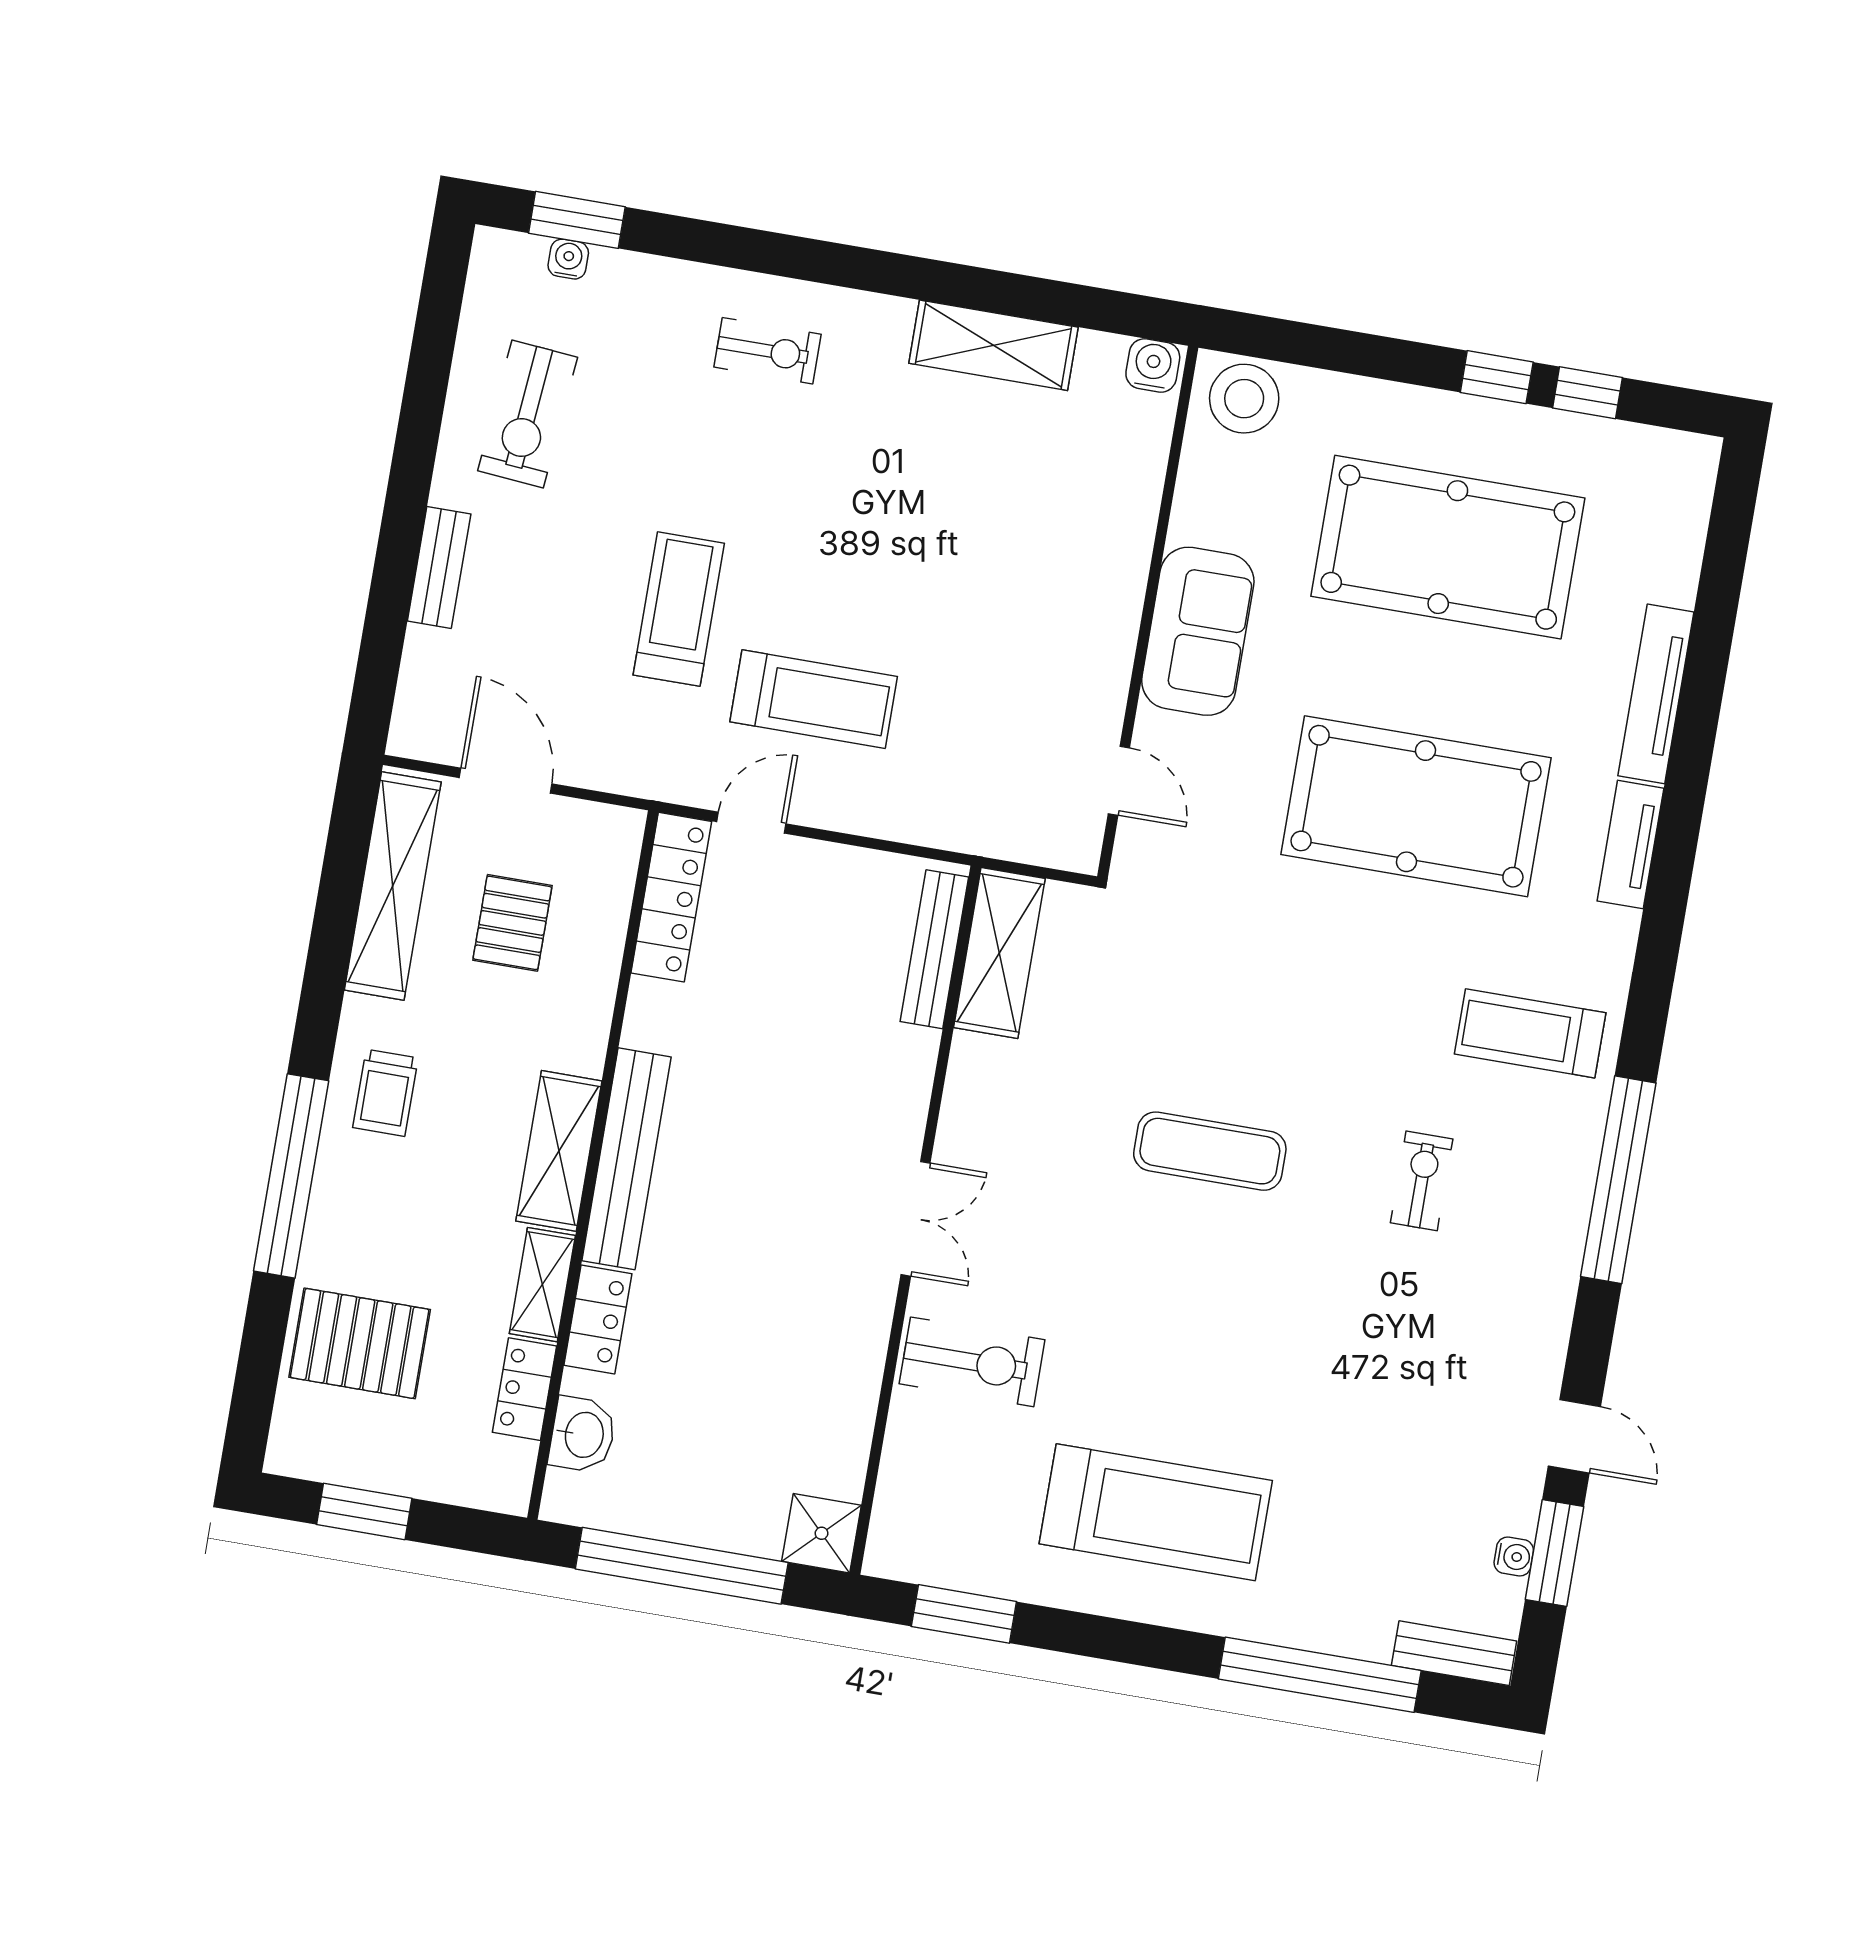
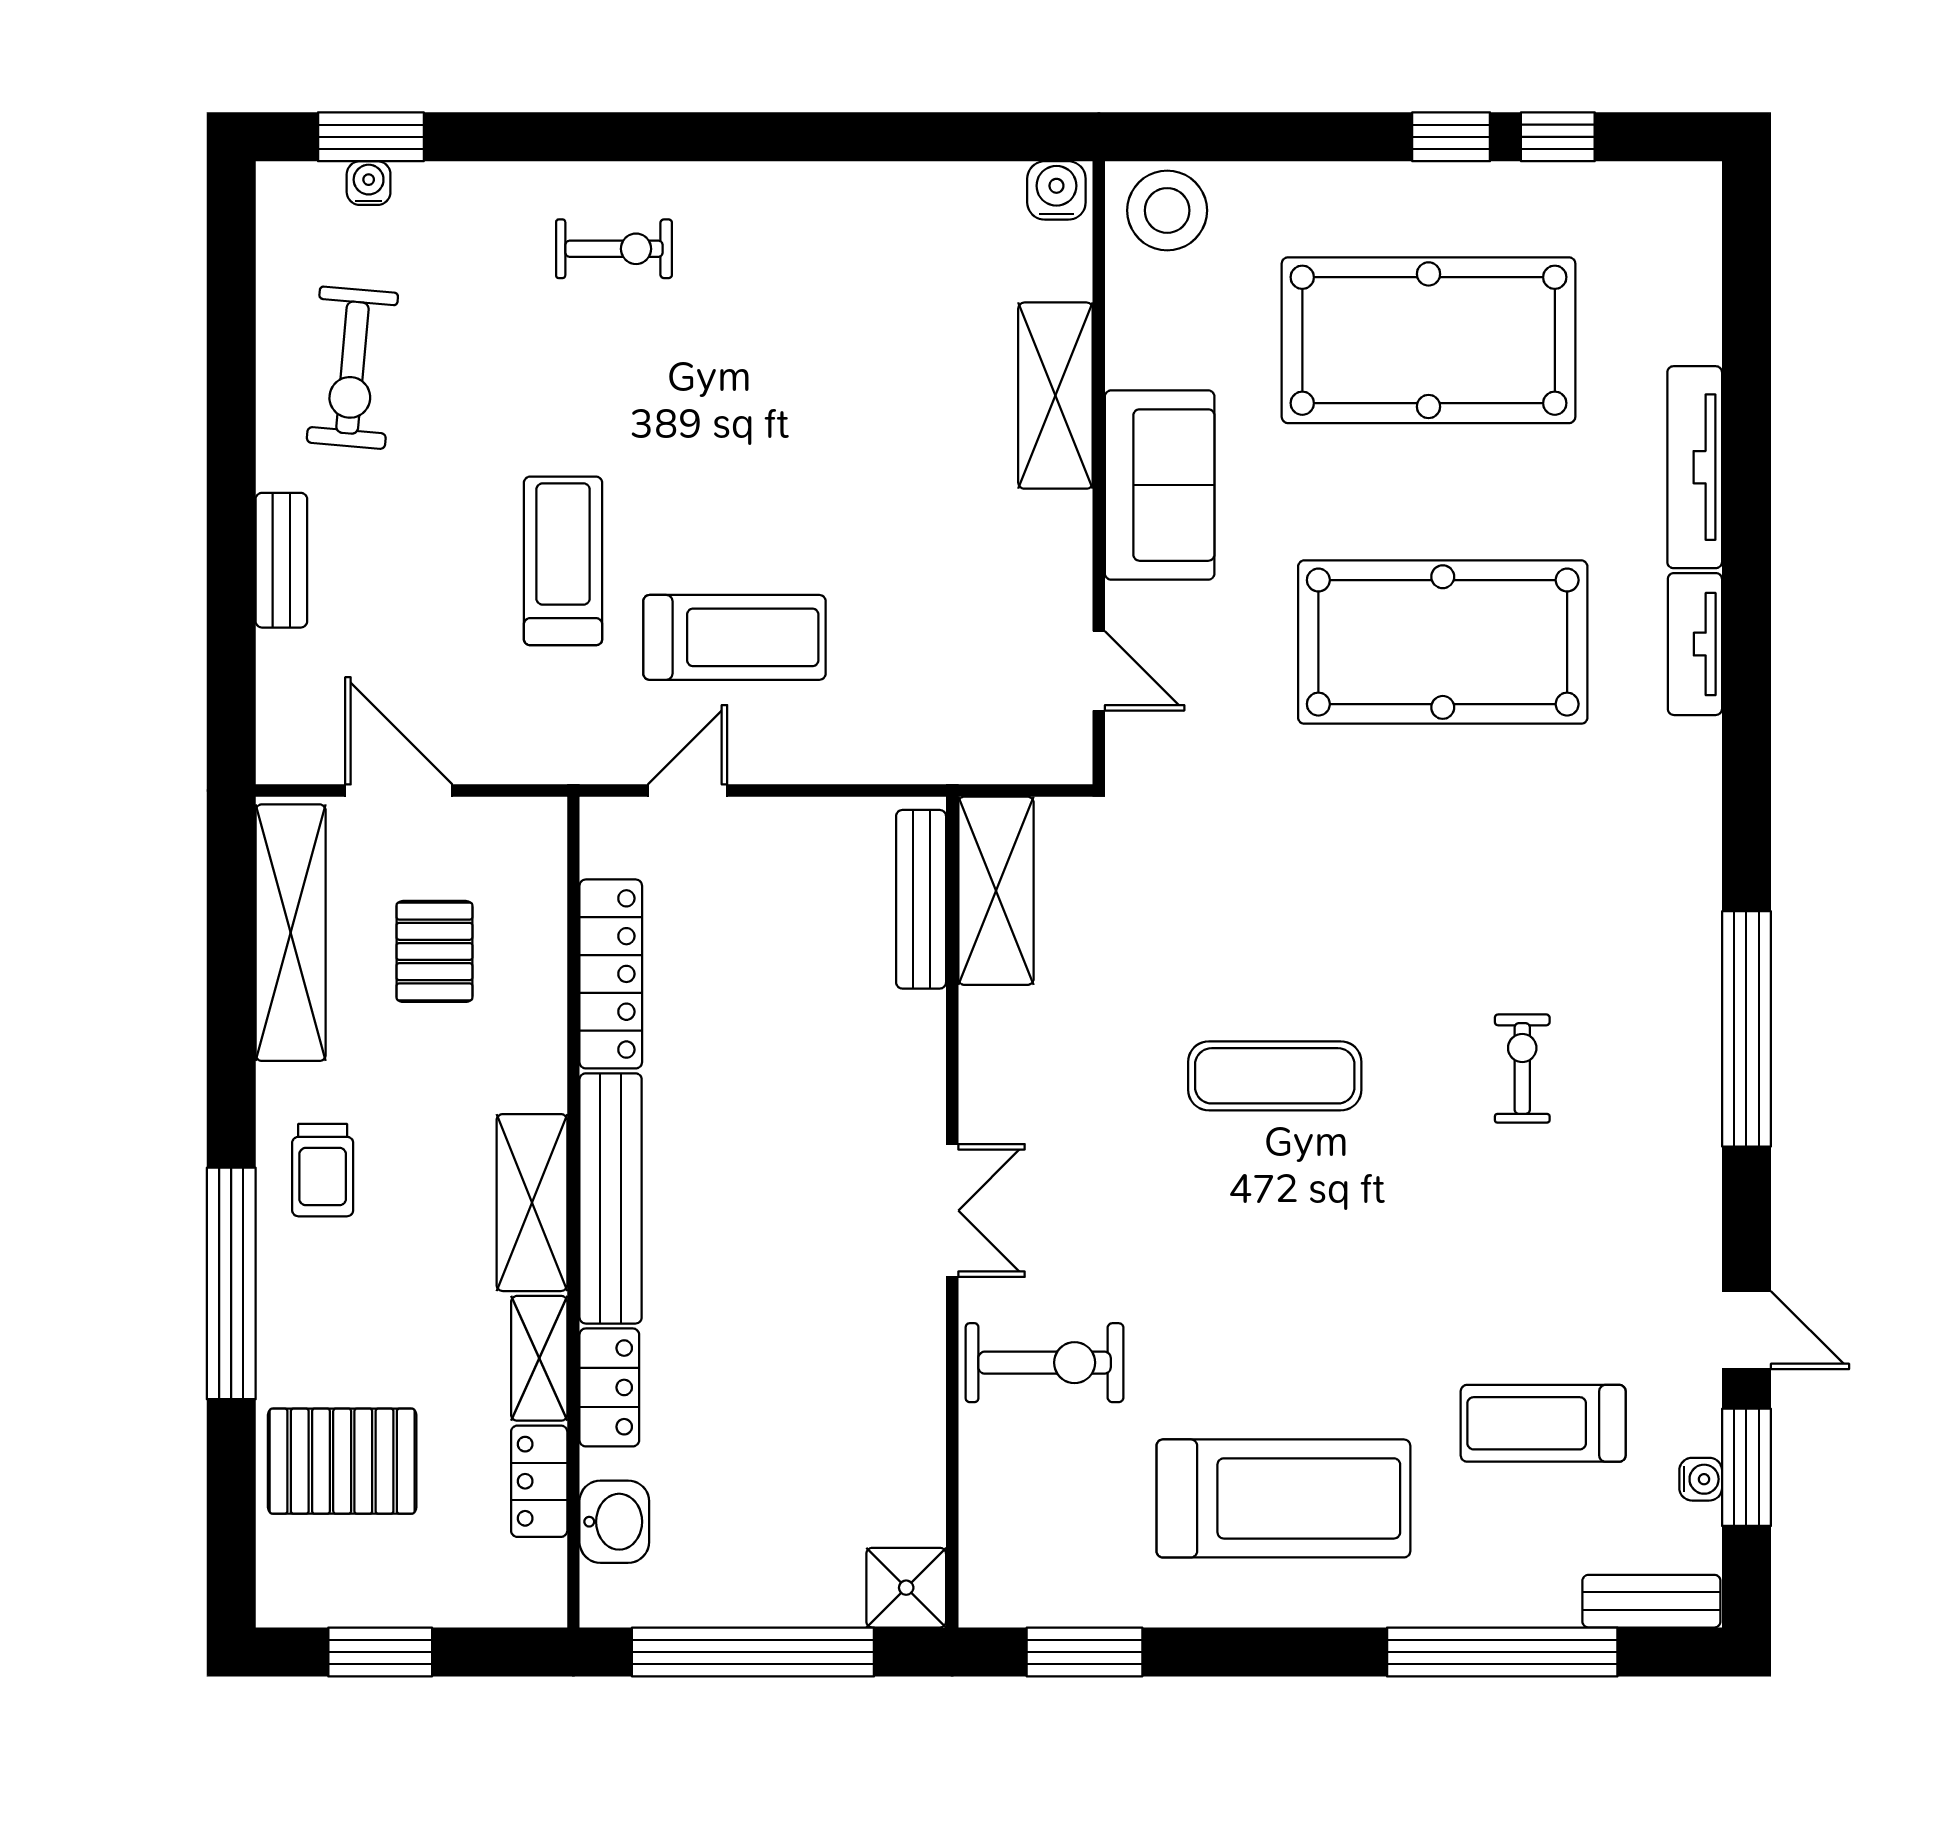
shelving: (994, 345) -> (1055, 396), moved, turned 90
locker: (671, 897) -> (611, 974), moved
treadmill: (1530, 1033) -> (1543, 1423), moved

